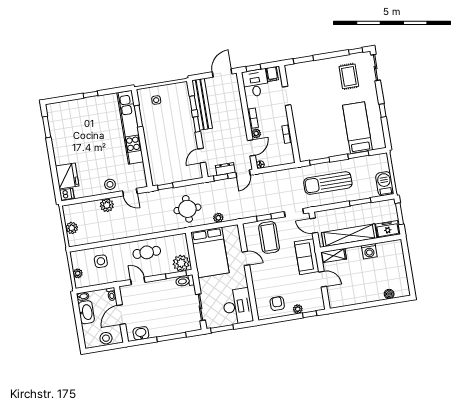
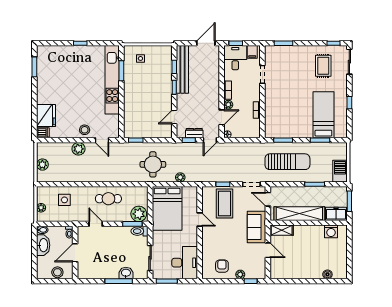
sun lounger: (328, 183) -> (287, 162), turned 180
washing machine: (369, 251) -> (331, 231), moved
washbasin: (141, 333) -> (126, 273), moved

